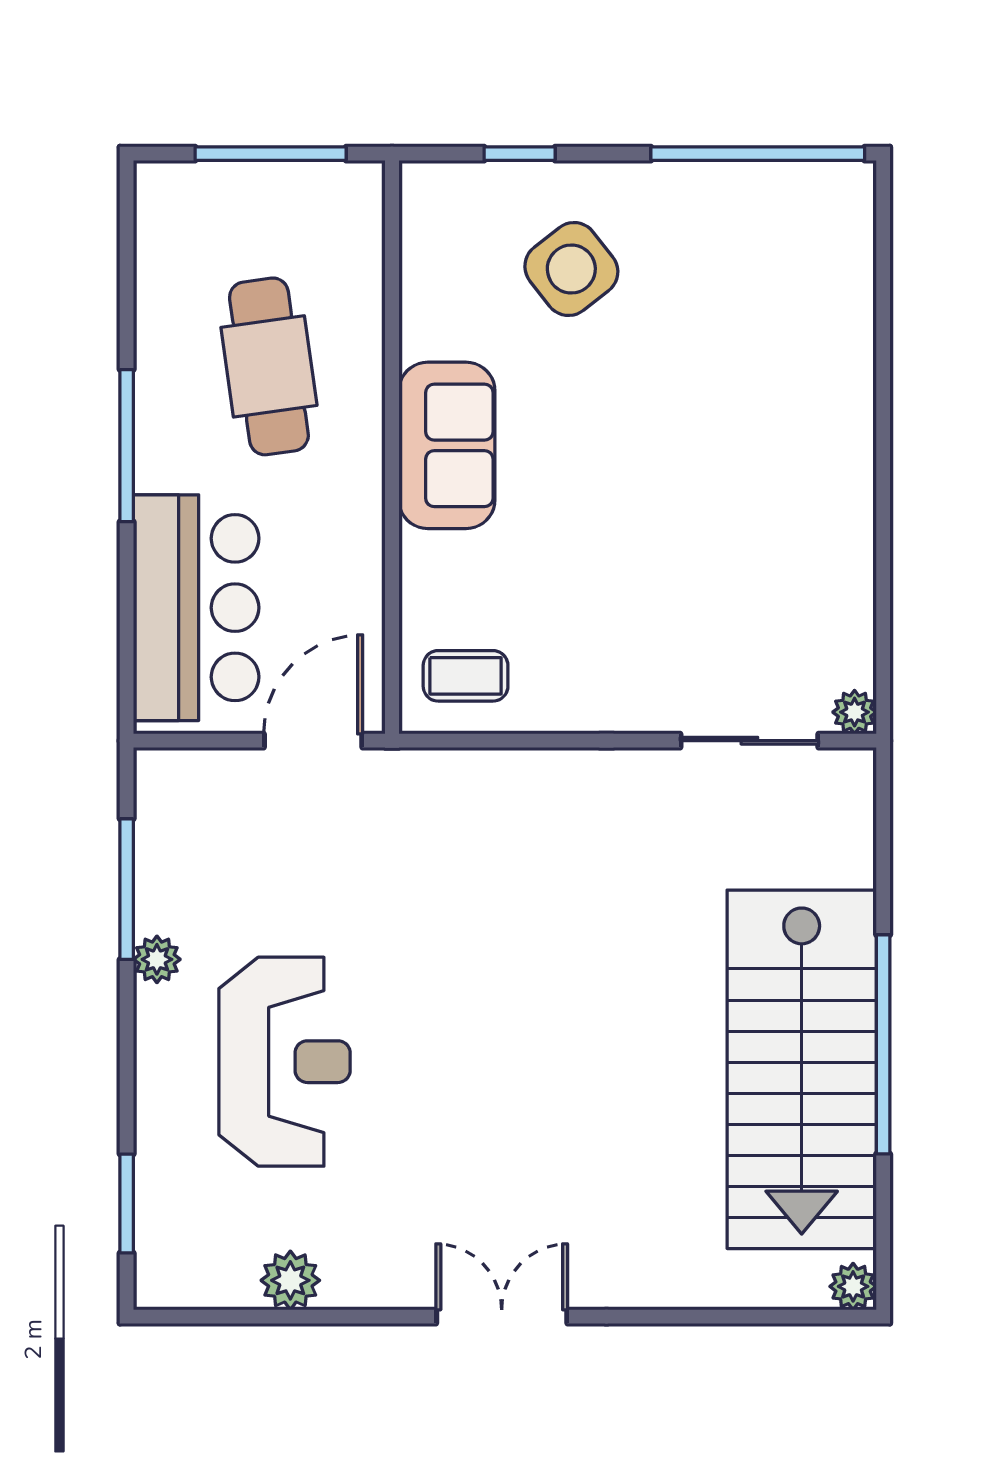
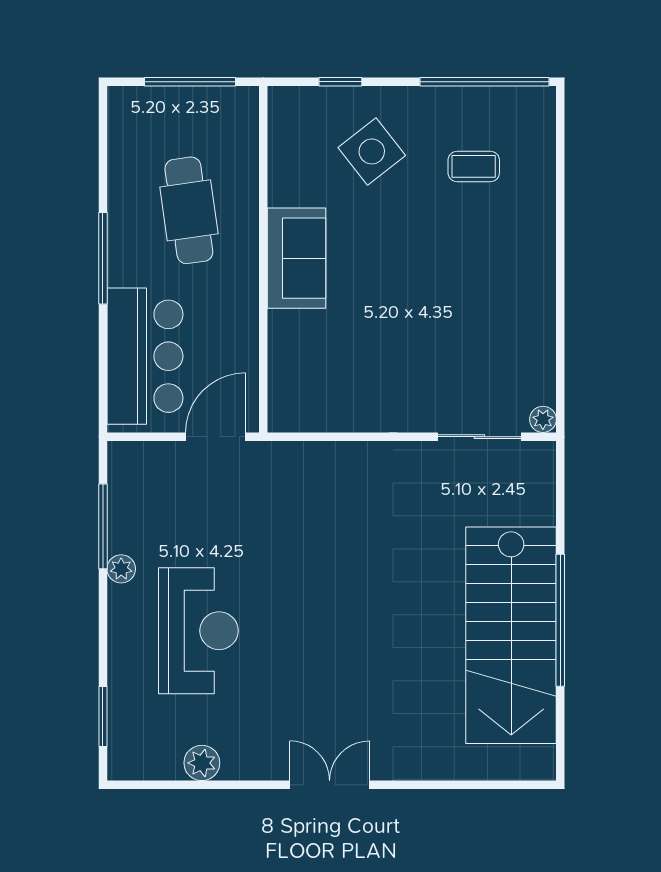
coffee table: (466, 676) -> (474, 166), moved
plant: (853, 1286) -> (542, 767), removed

